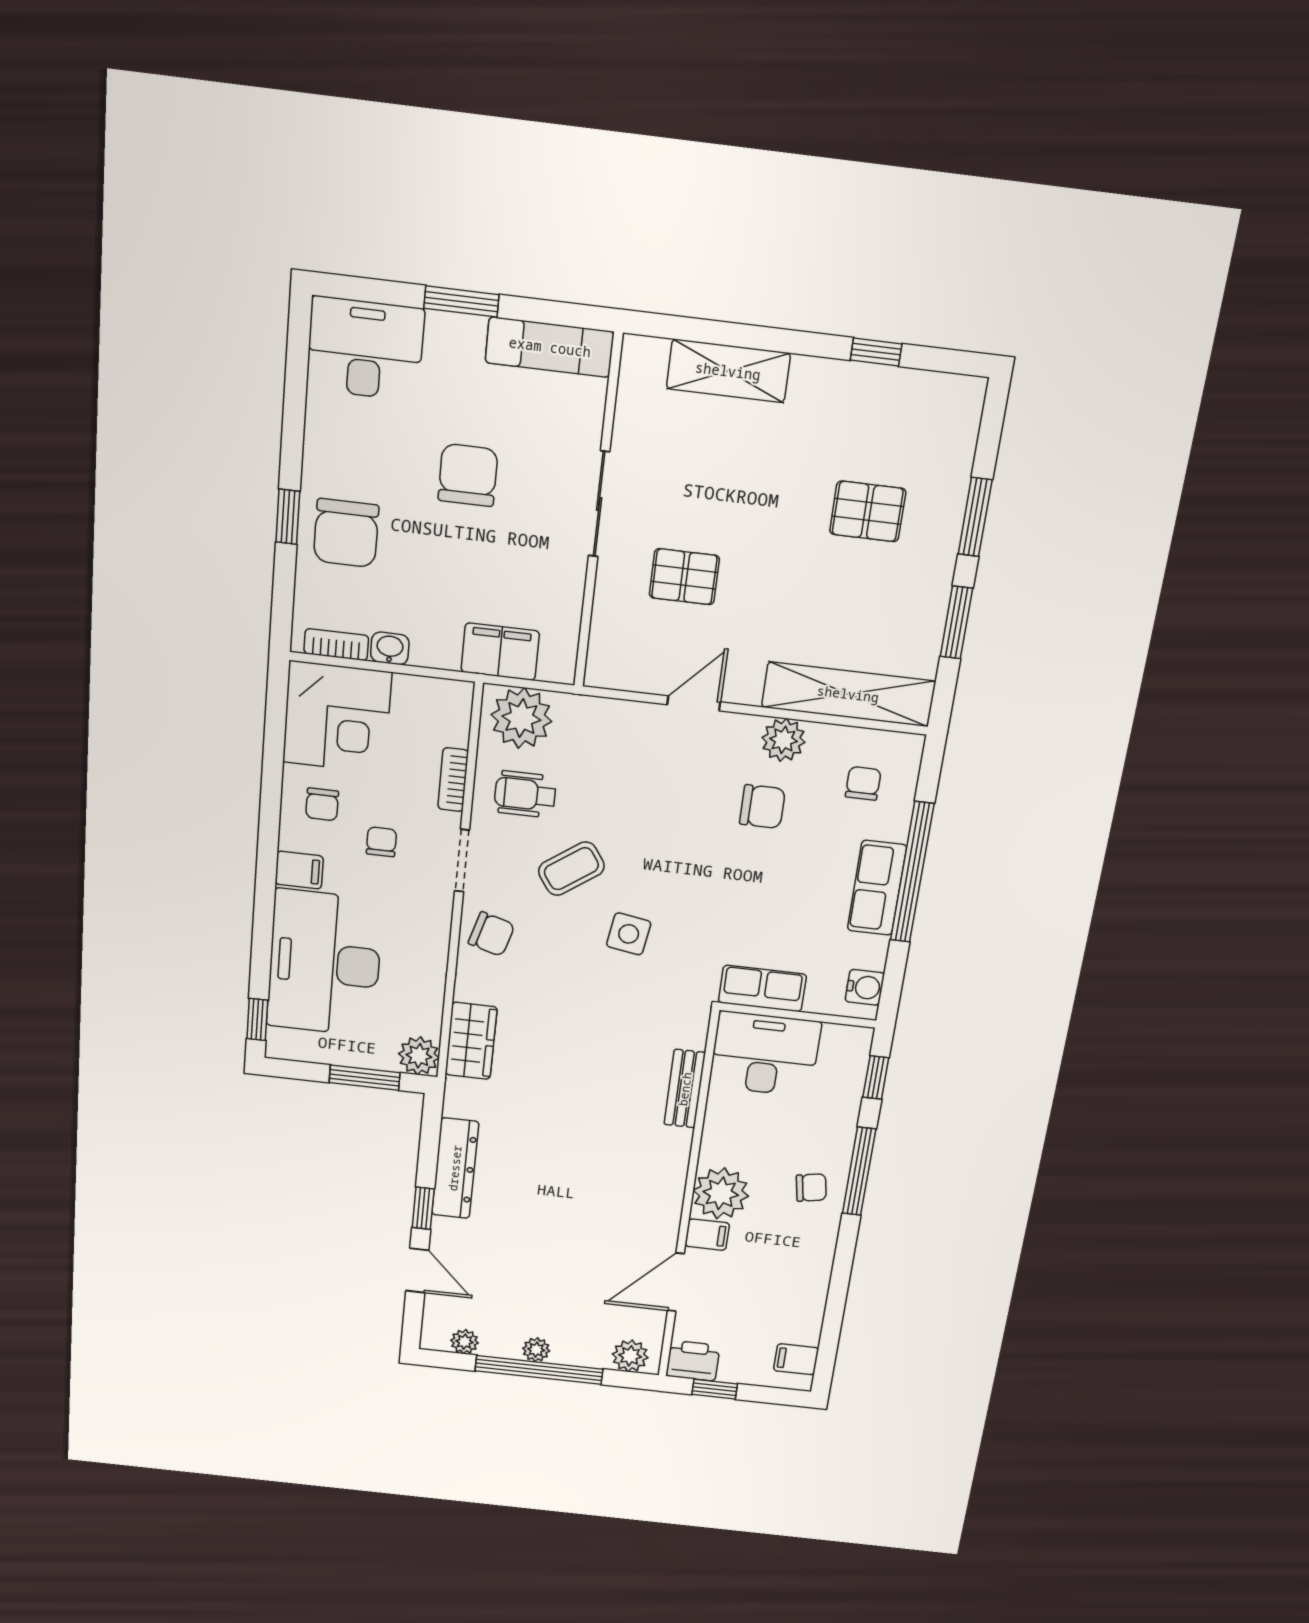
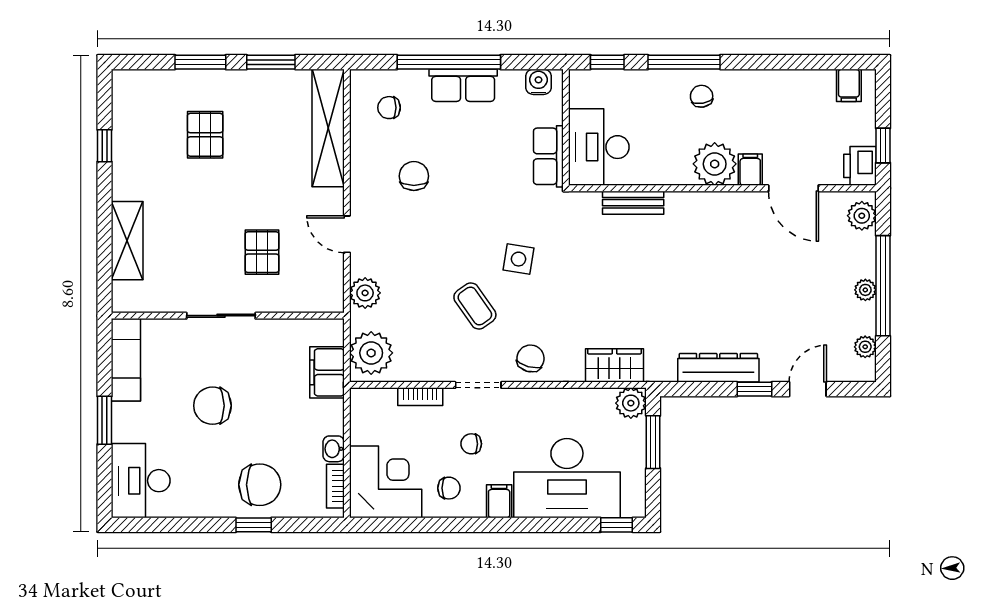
plant: (783, 740) -> (365, 293), moved
wheelchair: (525, 794) -> (425, 345), removed

